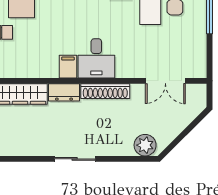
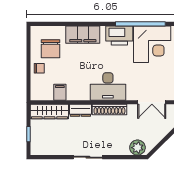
desk: (96, 58) -> (108, 86), width x1.37
filing cabinet: (68, 67) -> (60, 92), moved

